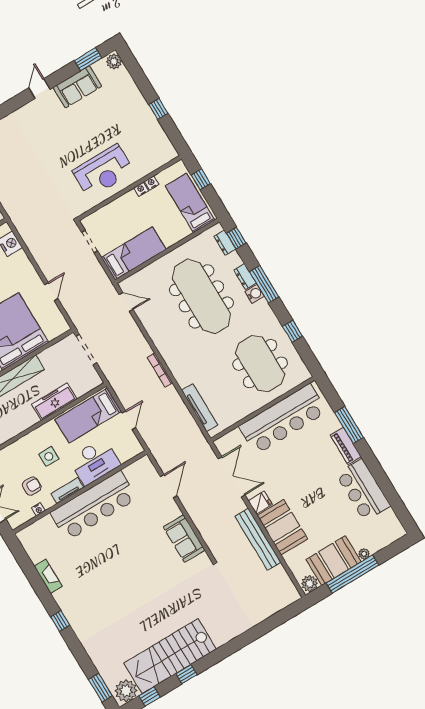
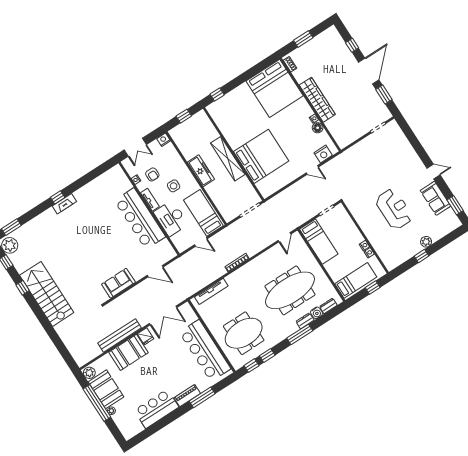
plant: (114, 62) -> (426, 242), moved
reception desk: (103, 171) -> (394, 209), moved, turned 180
window: (236, 238) -> (252, 366), moved
door: (51, 292) -> (312, 170), moved
water cooler: (255, 294) -> (316, 313), moved
freezer: (54, 402) -> (201, 171), moved
fireplace: (48, 576) -> (64, 204), moved
stairs: (170, 656) -> (47, 294), moved

